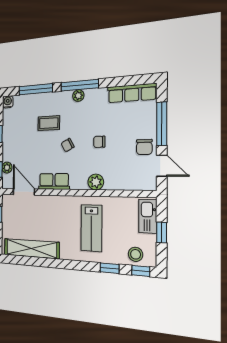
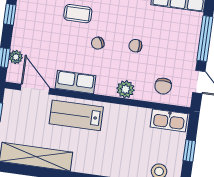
chair: (144, 147) -> (163, 86), moved
kitchen sink: (148, 216) -> (169, 120), moved, turned -90
lab bench: (91, 228) -> (76, 115), moved, turned 90

